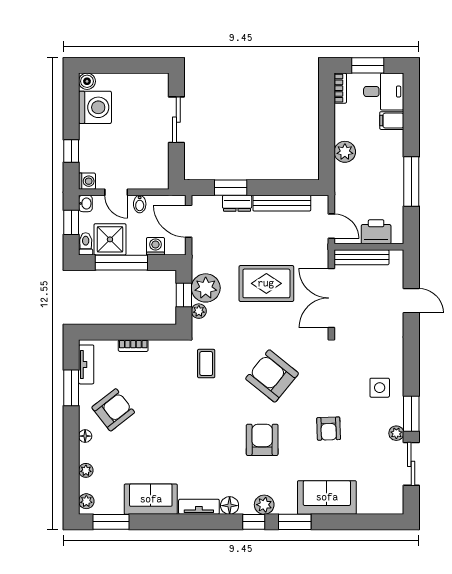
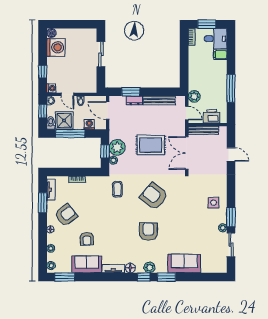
plant: (345, 152) -> (194, 96), moved
armchair: (329, 429) -> (87, 239), moved

